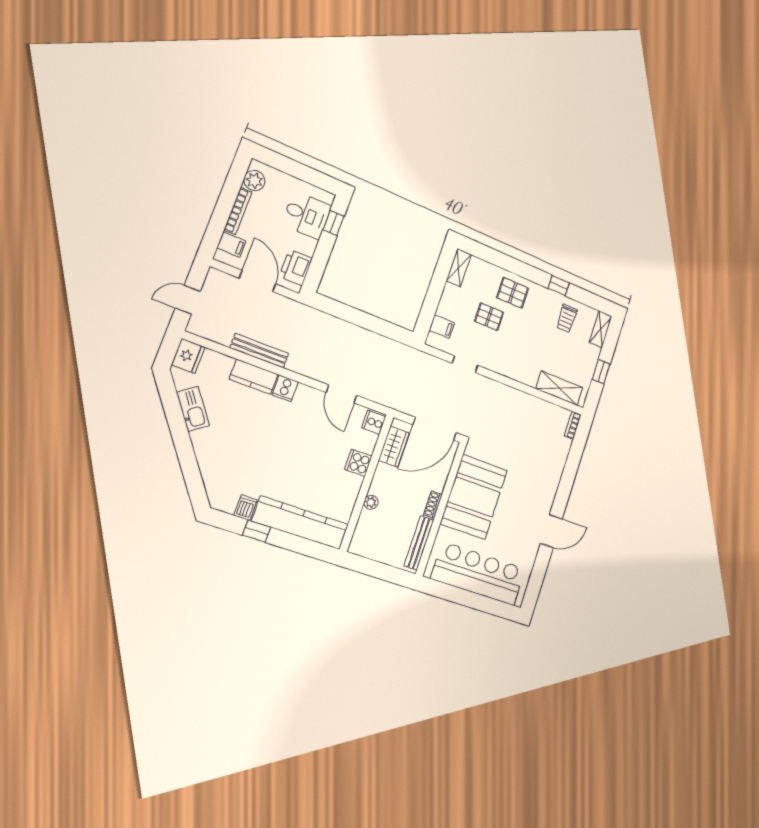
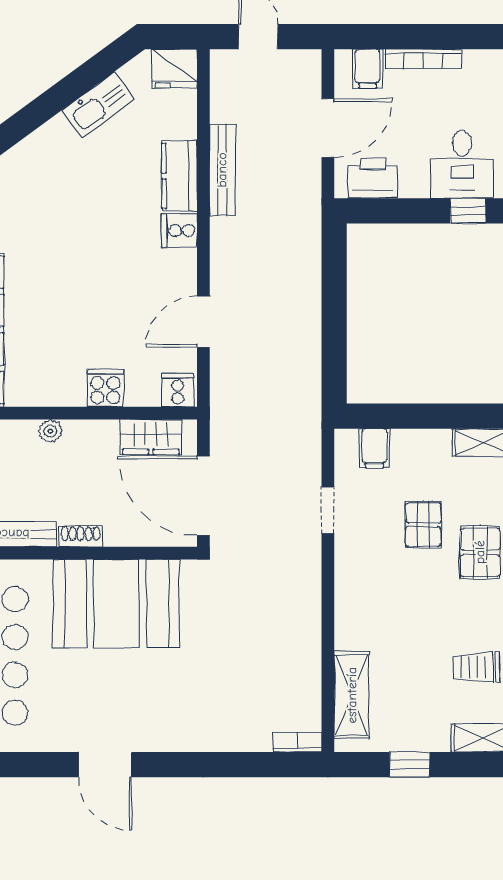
plant: (254, 181) -> (481, 66), removed

